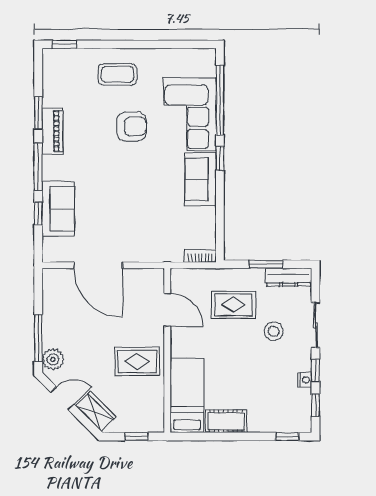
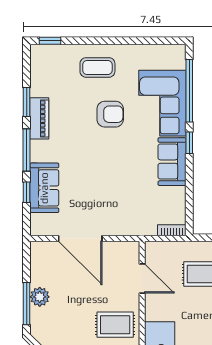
plant: (53, 359) -> (40, 297), moved

